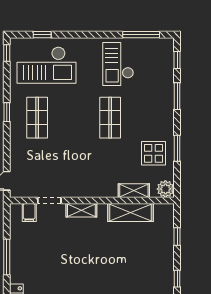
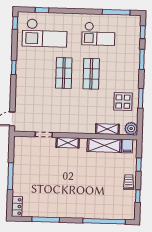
checkout: (118, 64) -> (98, 34), turned -90
shop shelf: (37, 118) -> (64, 73), moved
filing cabinet: (29, 213) -> (127, 146), moved
trolley: (164, 260) -> (129, 182), added

